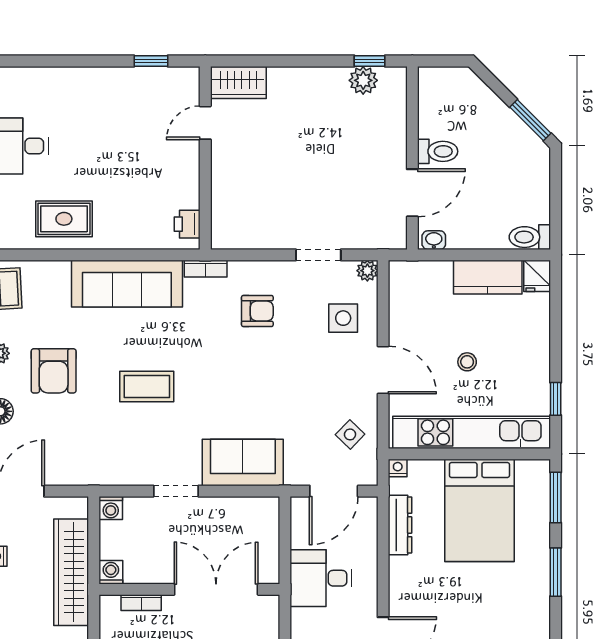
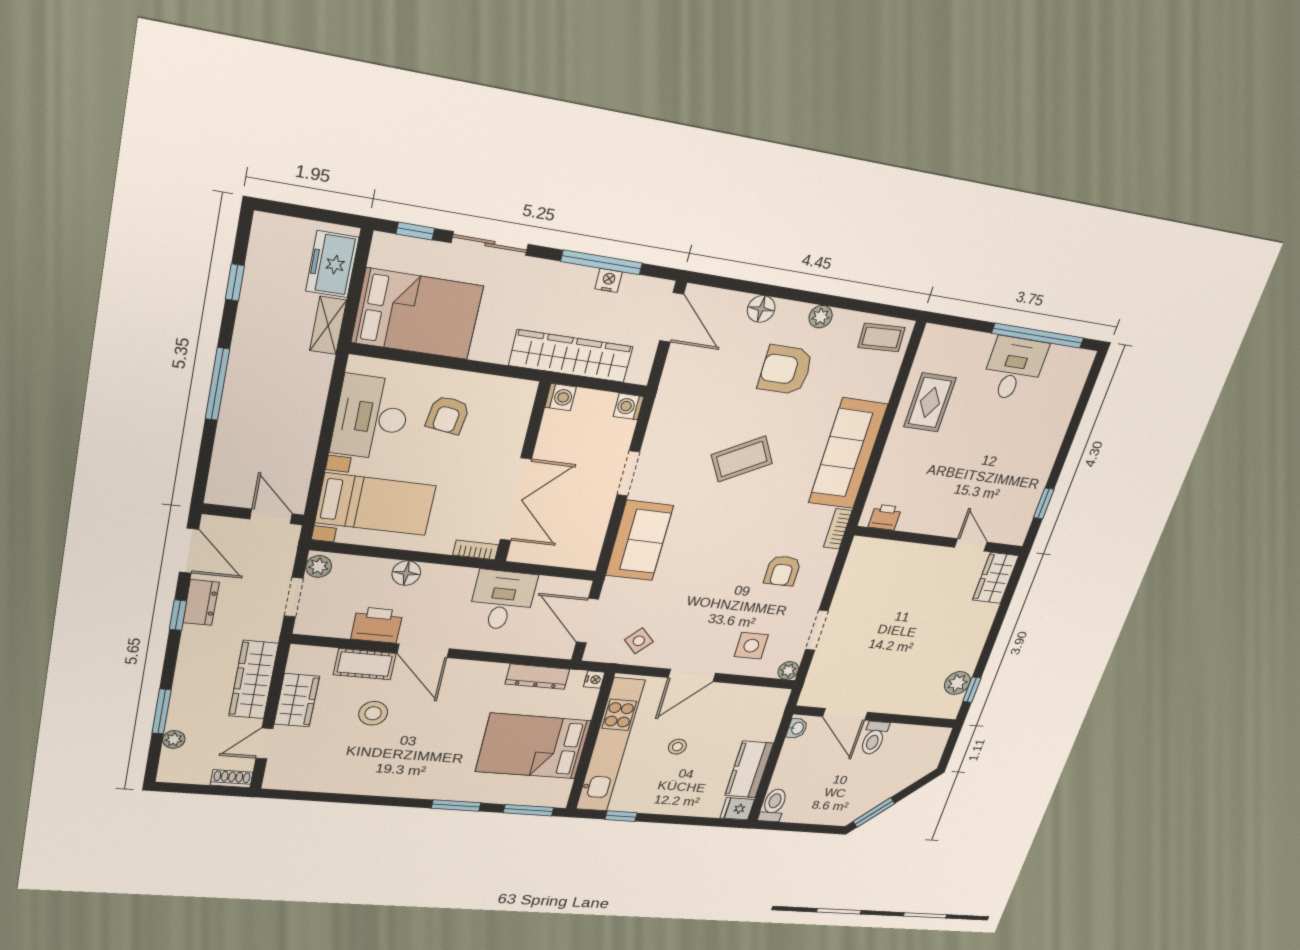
coffee table: (147, 387) -> (742, 459), turned 61
bookcase: (141, 603) -> (476, 550), moved, turned 90

